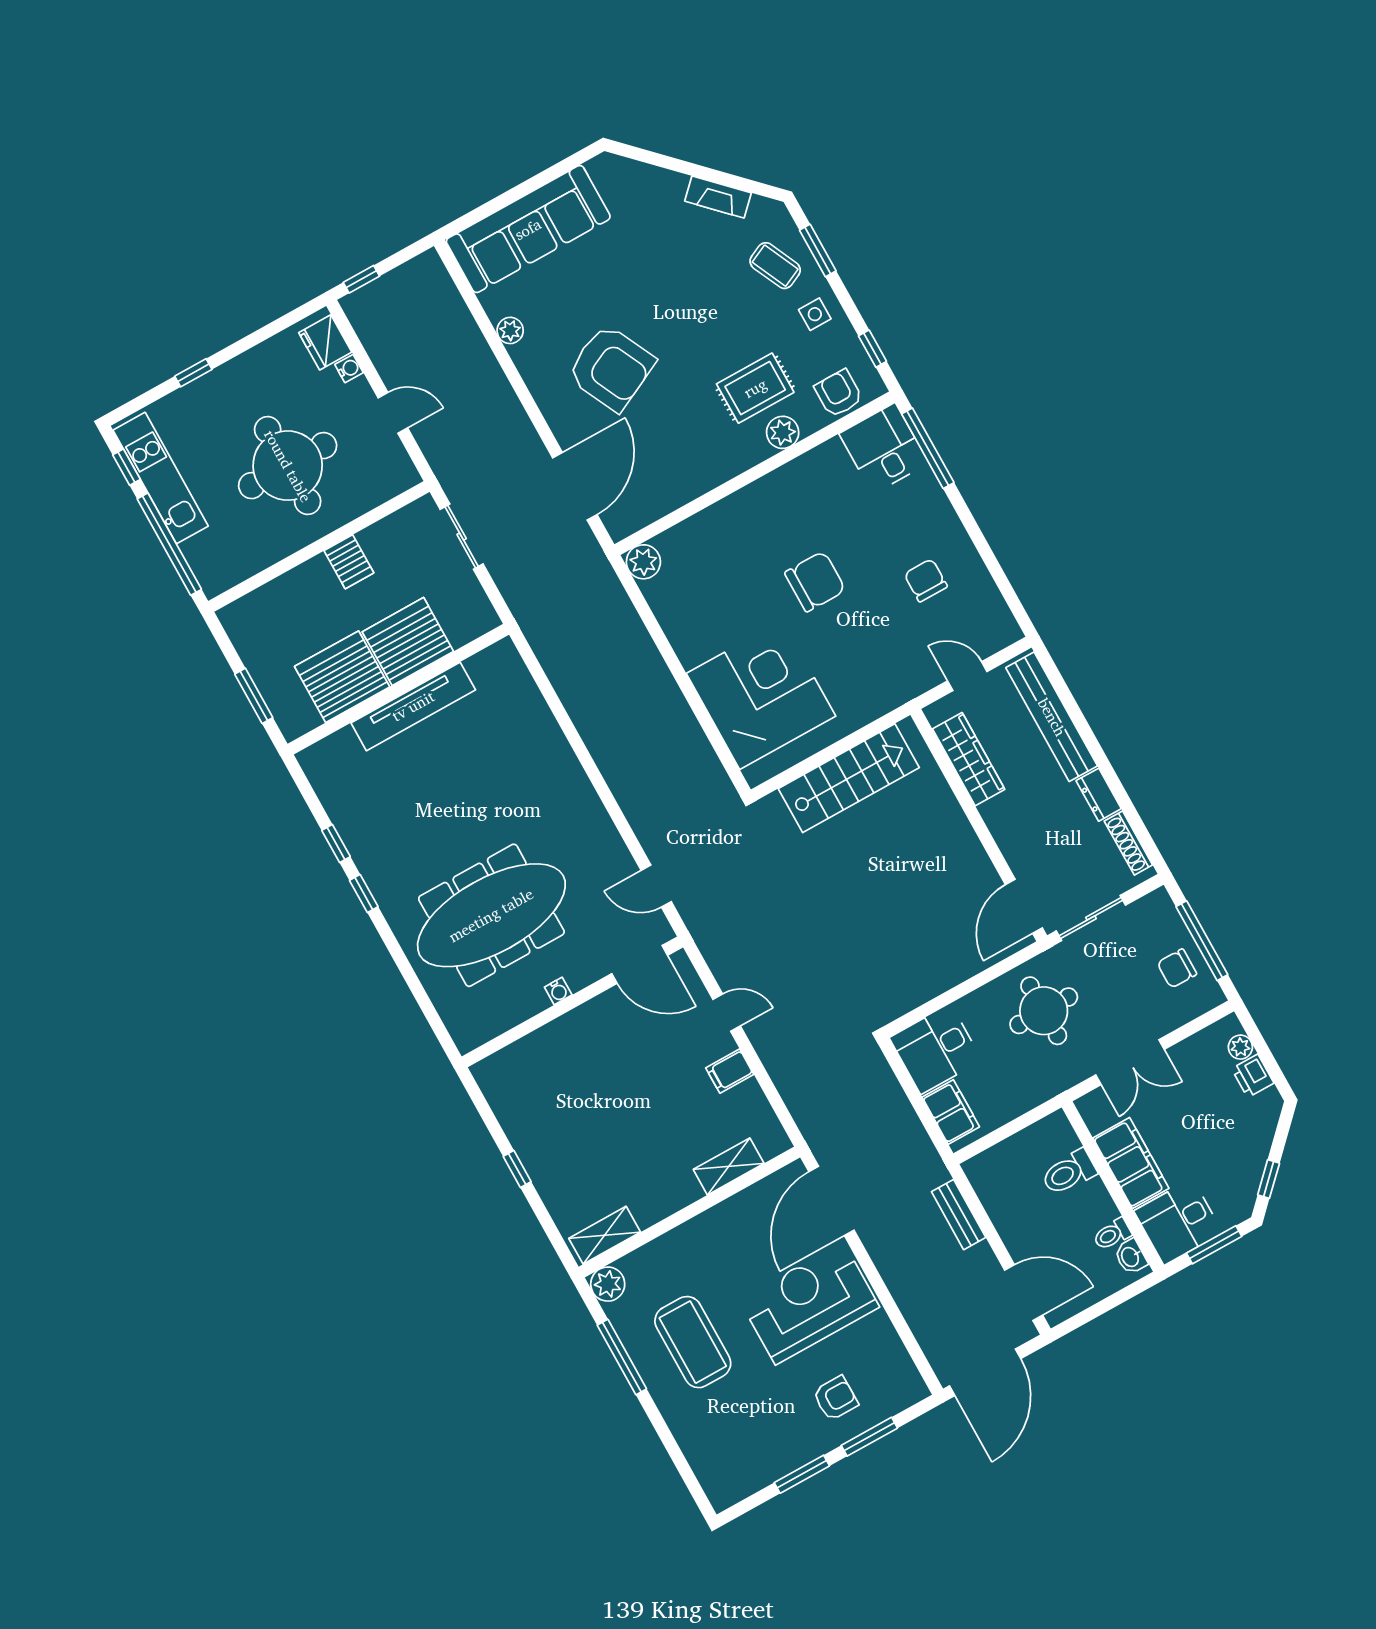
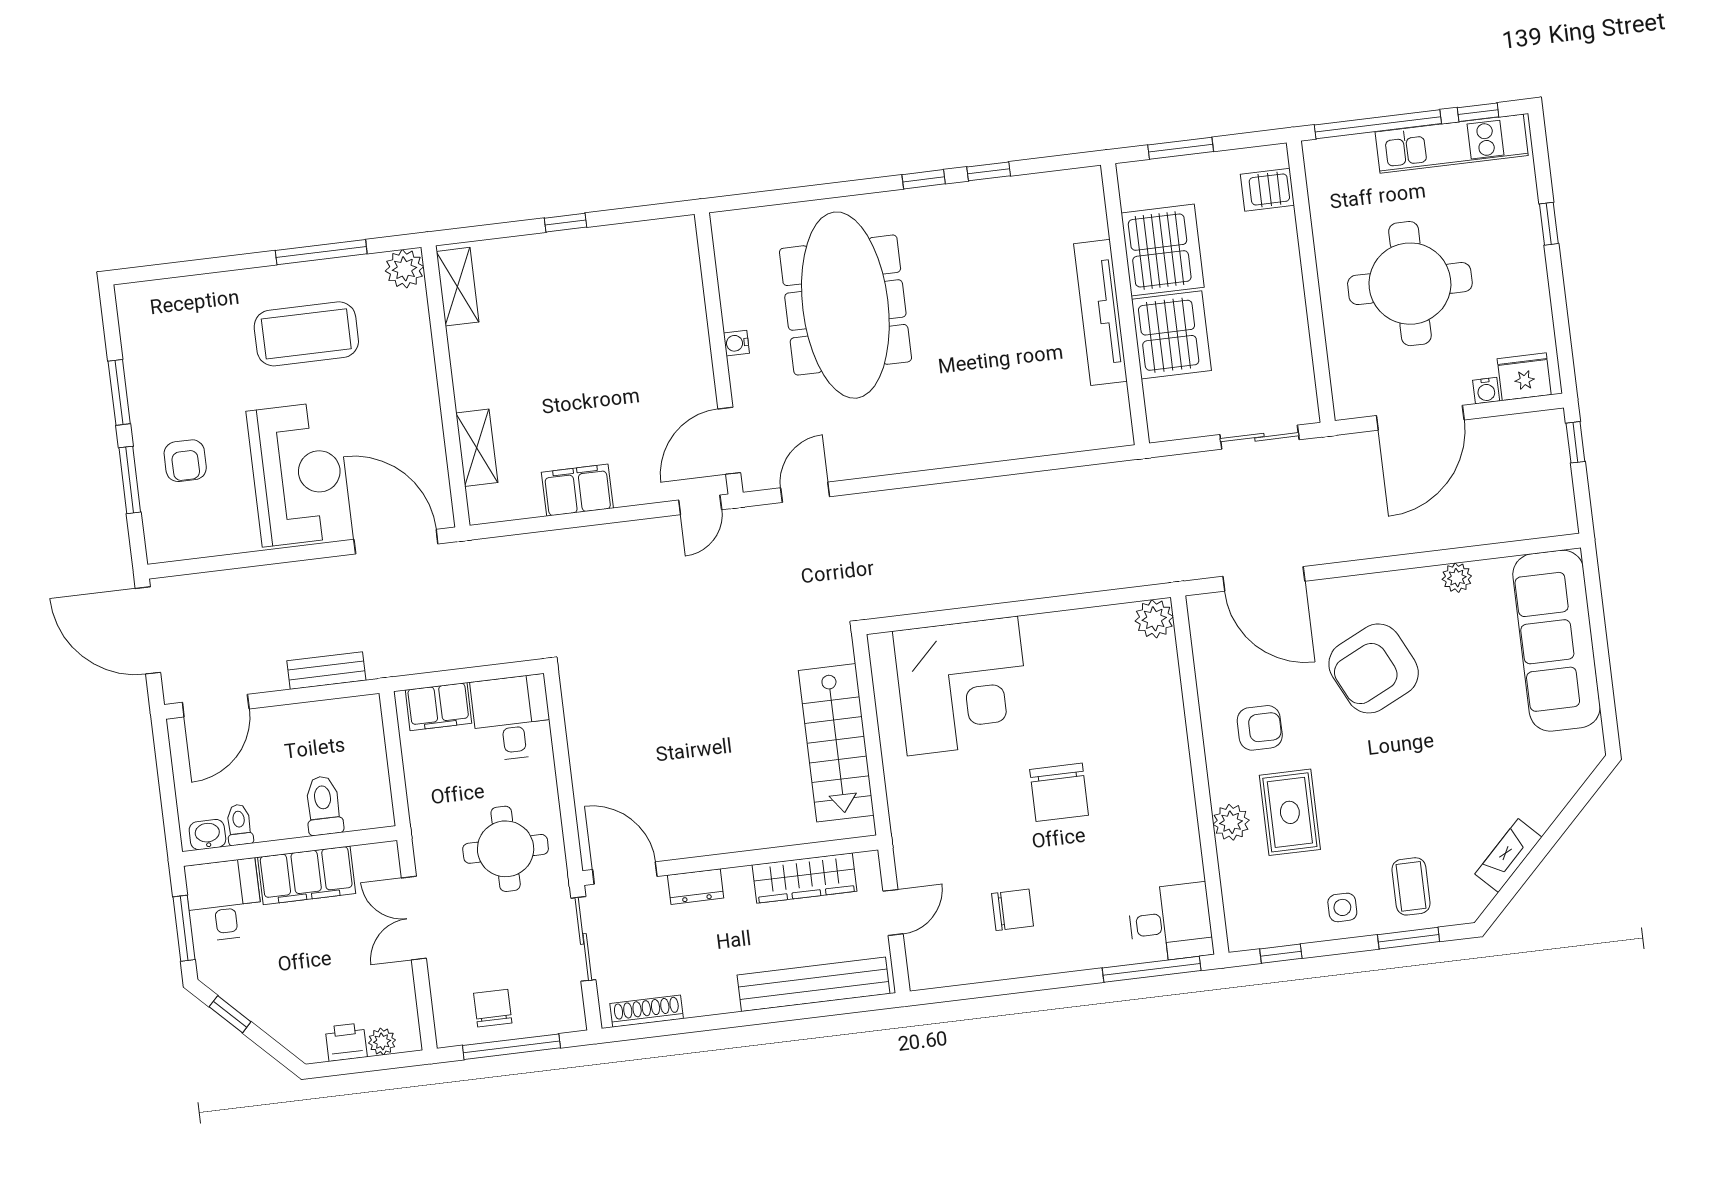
coffee table: (775, 266) -> (1411, 886), turned -65
armchair: (839, 393) -> (1260, 728), moved
door: (393, 413) -> (1420, 418), width x1.88
server rack: (349, 562) -> (1267, 190), moved
dresser: (1099, 795) -> (696, 887), moved, turned 180
door: (727, 1013) -> (700, 505), moved
filing cabinet: (730, 1071) -> (577, 490), width x2.00

